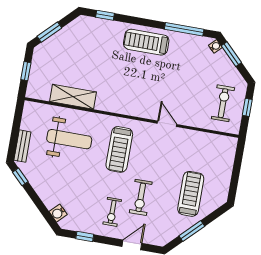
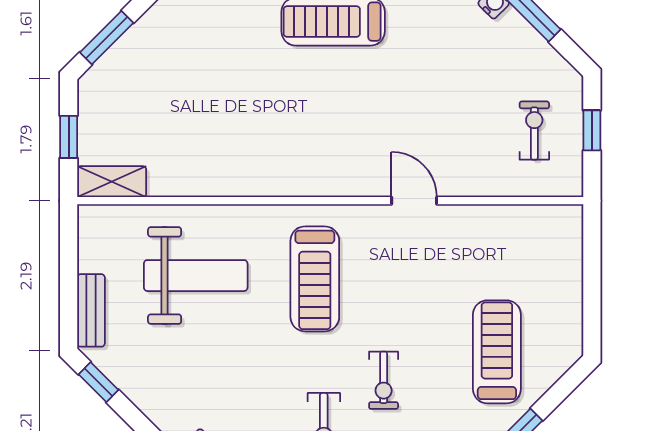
shelving: (73, 97) -> (112, 182), moved, width x0.67, depth x0.75
exercise bike: (223, 103) -> (534, 131), width x0.73, depth x0.72
exercise bike: (141, 197) -> (384, 380), width x0.73, depth x0.72

